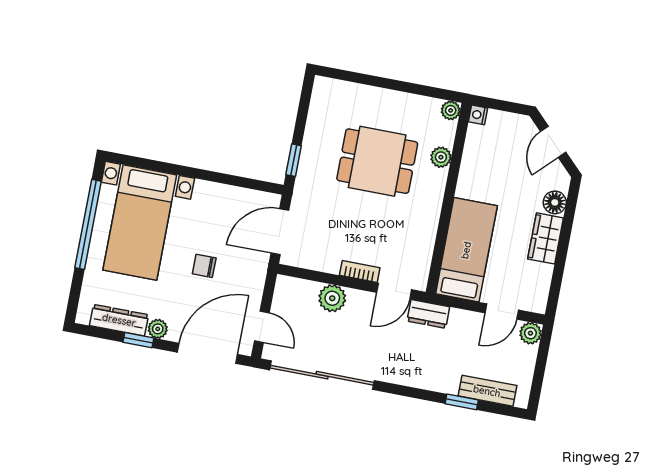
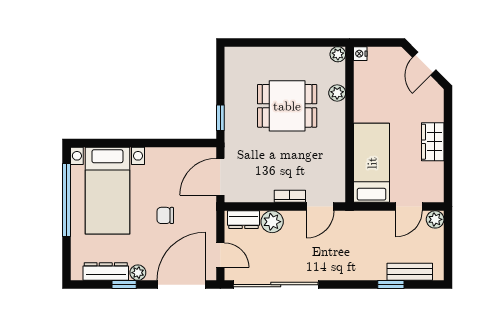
floor lamp: (555, 202) -> (435, 112), removed
dresser: (428, 314) -> (243, 220), moved

